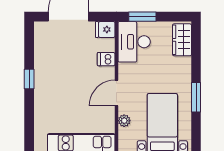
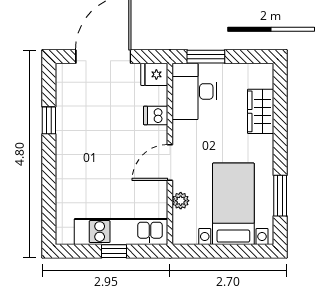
wardrobe: (182, 40) -> (261, 111), moved
window: (29, 79) -> (49, 120), moved
window: (196, 97) -> (280, 196), moved

